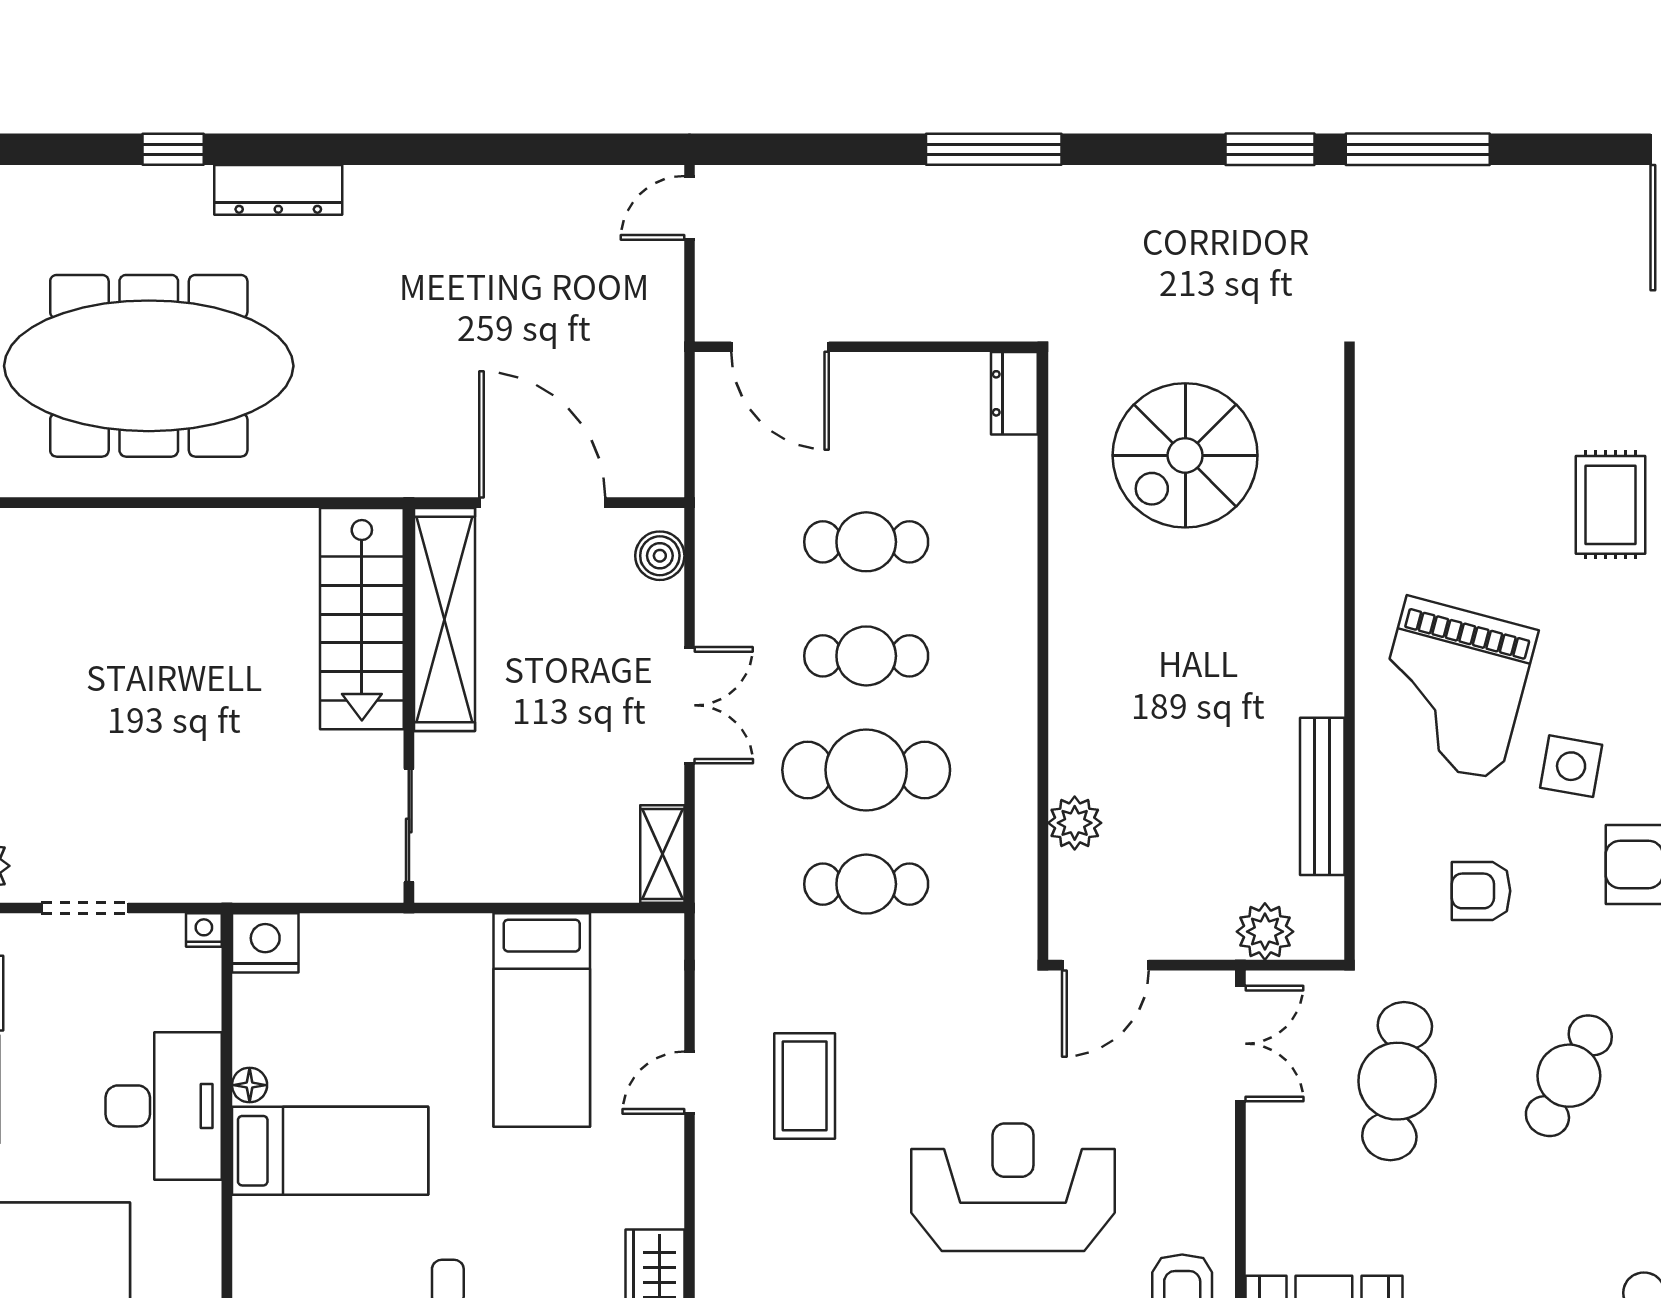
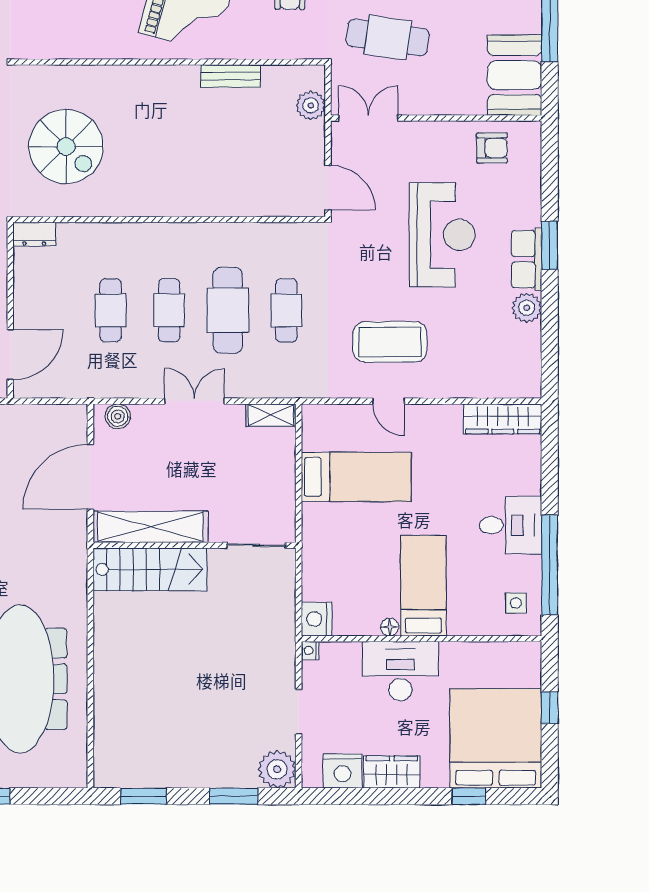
bench: (1322, 796) -> (231, 76), width x0.73
plant: (1075, 823) -> (255, 203), removed
coffee table: (805, 1086) -> (390, 342), width x1.36, depth x1.32
reception desk: (1013, 1187) -> (442, 235), turned 180

